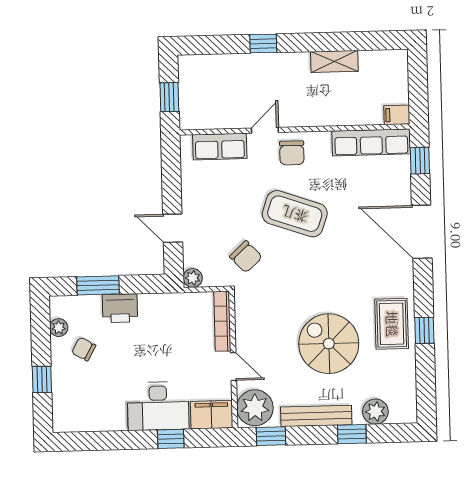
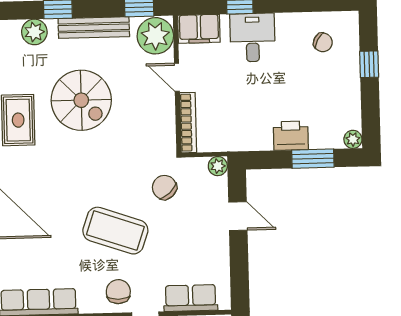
plant: (59, 328) -> (353, 139), moved
chair: (84, 349) -> (323, 42), moved
desk: (158, 406) -> (252, 37), width x0.73

